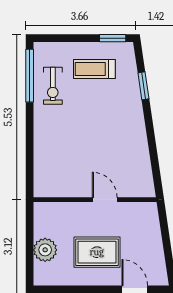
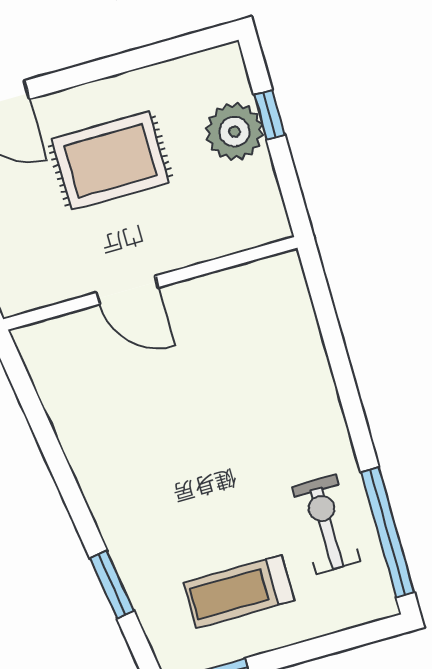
treadmill: (94, 69) -> (239, 591), turned 180
window: (30, 253) -> (269, 115), added

